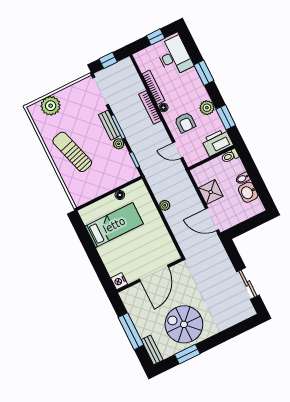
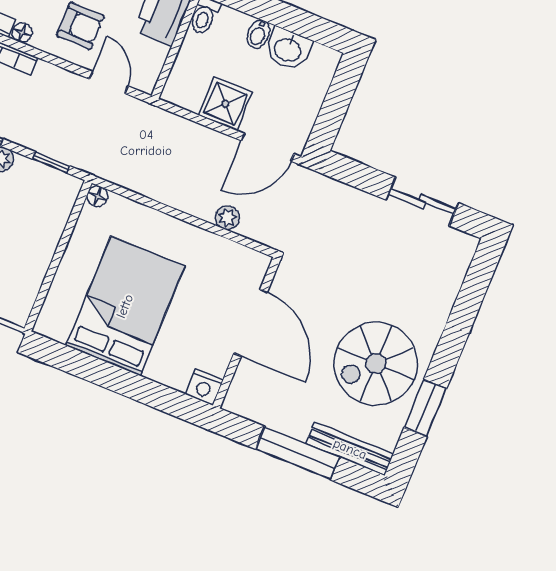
door: (178, 150) -> (109, 82), swing flipped
floor lamp: (120, 195) -> (97, 196), moved
plant: (165, 205) -> (227, 218), moved
bed: (114, 225) -> (125, 306), width x1.50
bench: (152, 350) -> (350, 449), width x1.36

